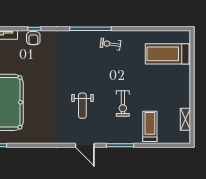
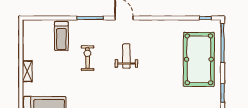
shelving: (185, 119) -> (27, 71), moved

